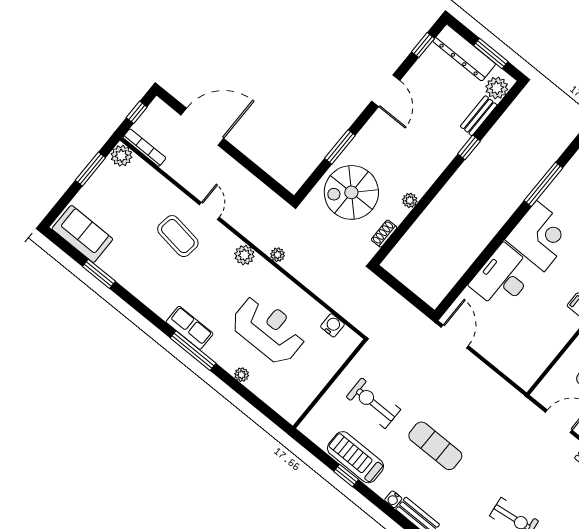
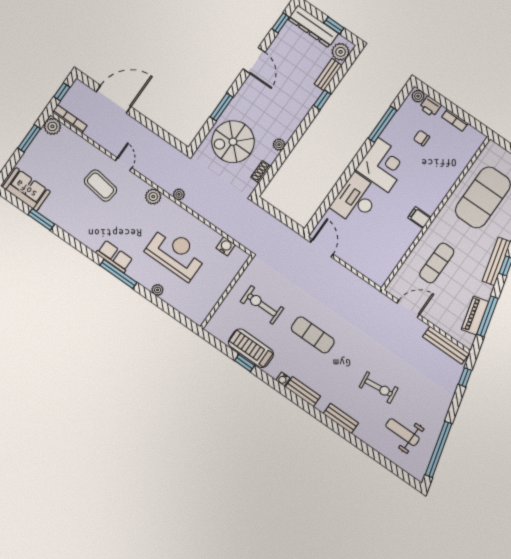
window: (491, 53) -> (334, 25), width x0.67

